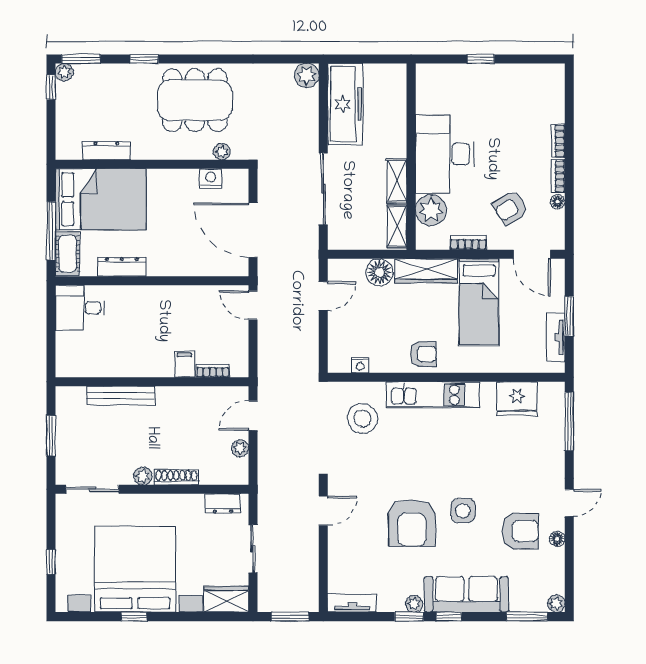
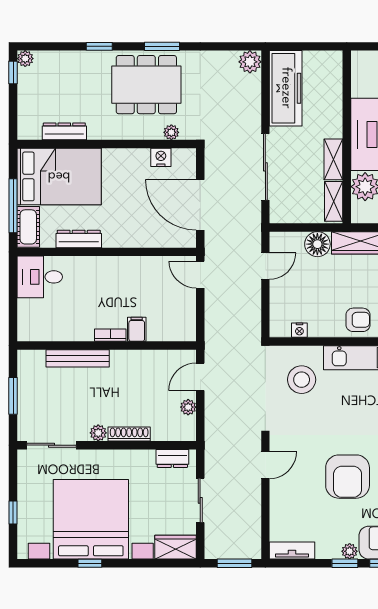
window: (81, 59) -> (162, 46), moved
bookcase: (213, 371) -> (110, 335), moved

